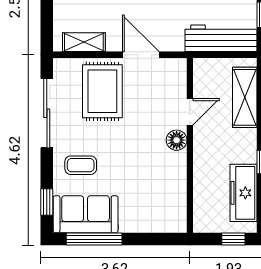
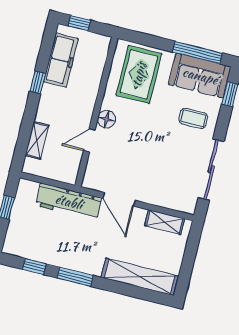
workbench: (221, 38) -> (69, 202), moved
rug: (102, 91) -> (139, 74), moved
shelving: (245, 97) -> (37, 140), width x0.67, depth x0.75

